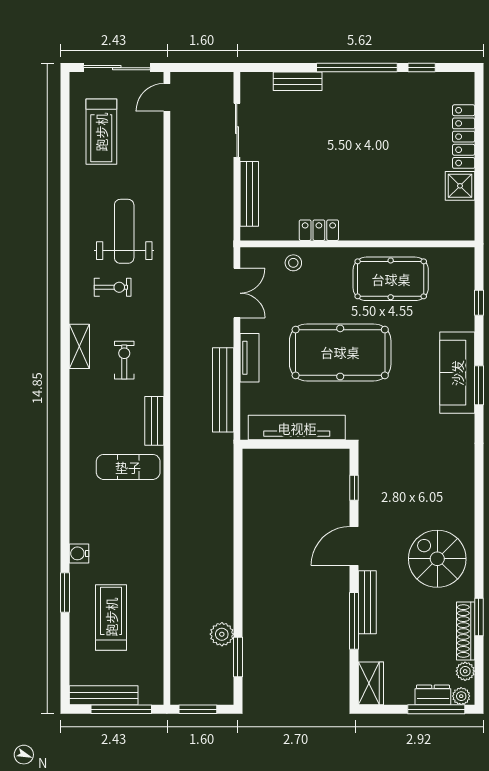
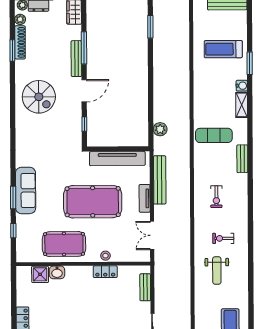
shower: (460, 186) -> (40, 274), moved
bench: (249, 194) -> (145, 287), width x0.73
washbasin: (403, 229) -> (57, 272), added
weight bench: (124, 231) -> (217, 270), width x0.73, depth x0.75
stool: (293, 263) -> (105, 256), moved
shelving: (79, 346) -> (242, 105), moved
window: (479, 385) -> (13, 198), moved
bench: (154, 421) -> (242, 159), moved
spiral stairs: (437, 559) -> (39, 97), moved
treadmill: (111, 617) -> (223, 49), turned 90
plant: (222, 634) -> (160, 129), moved

